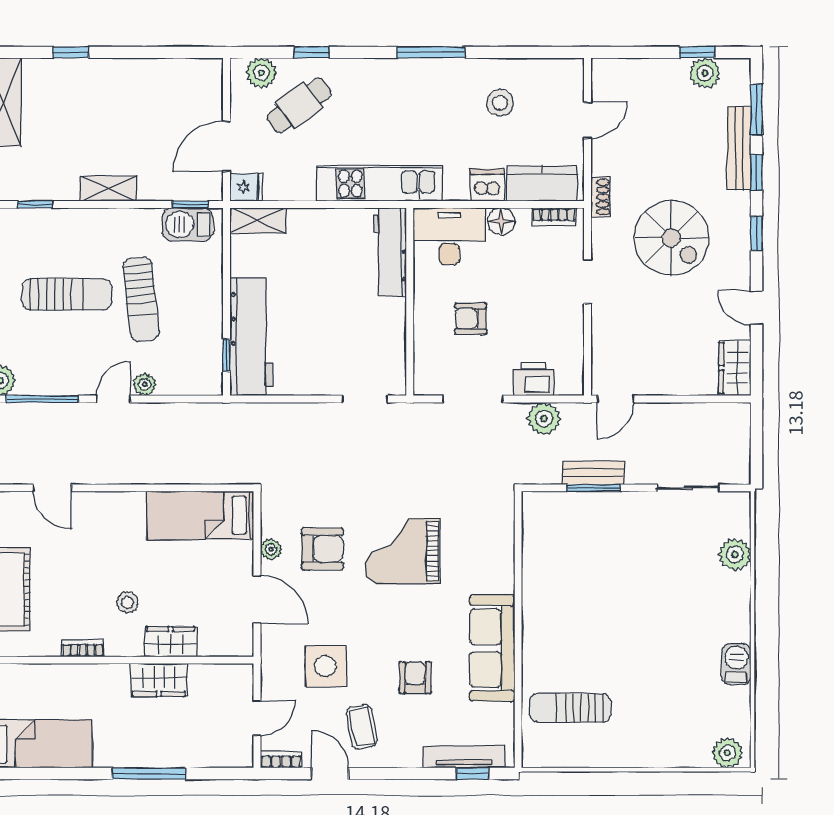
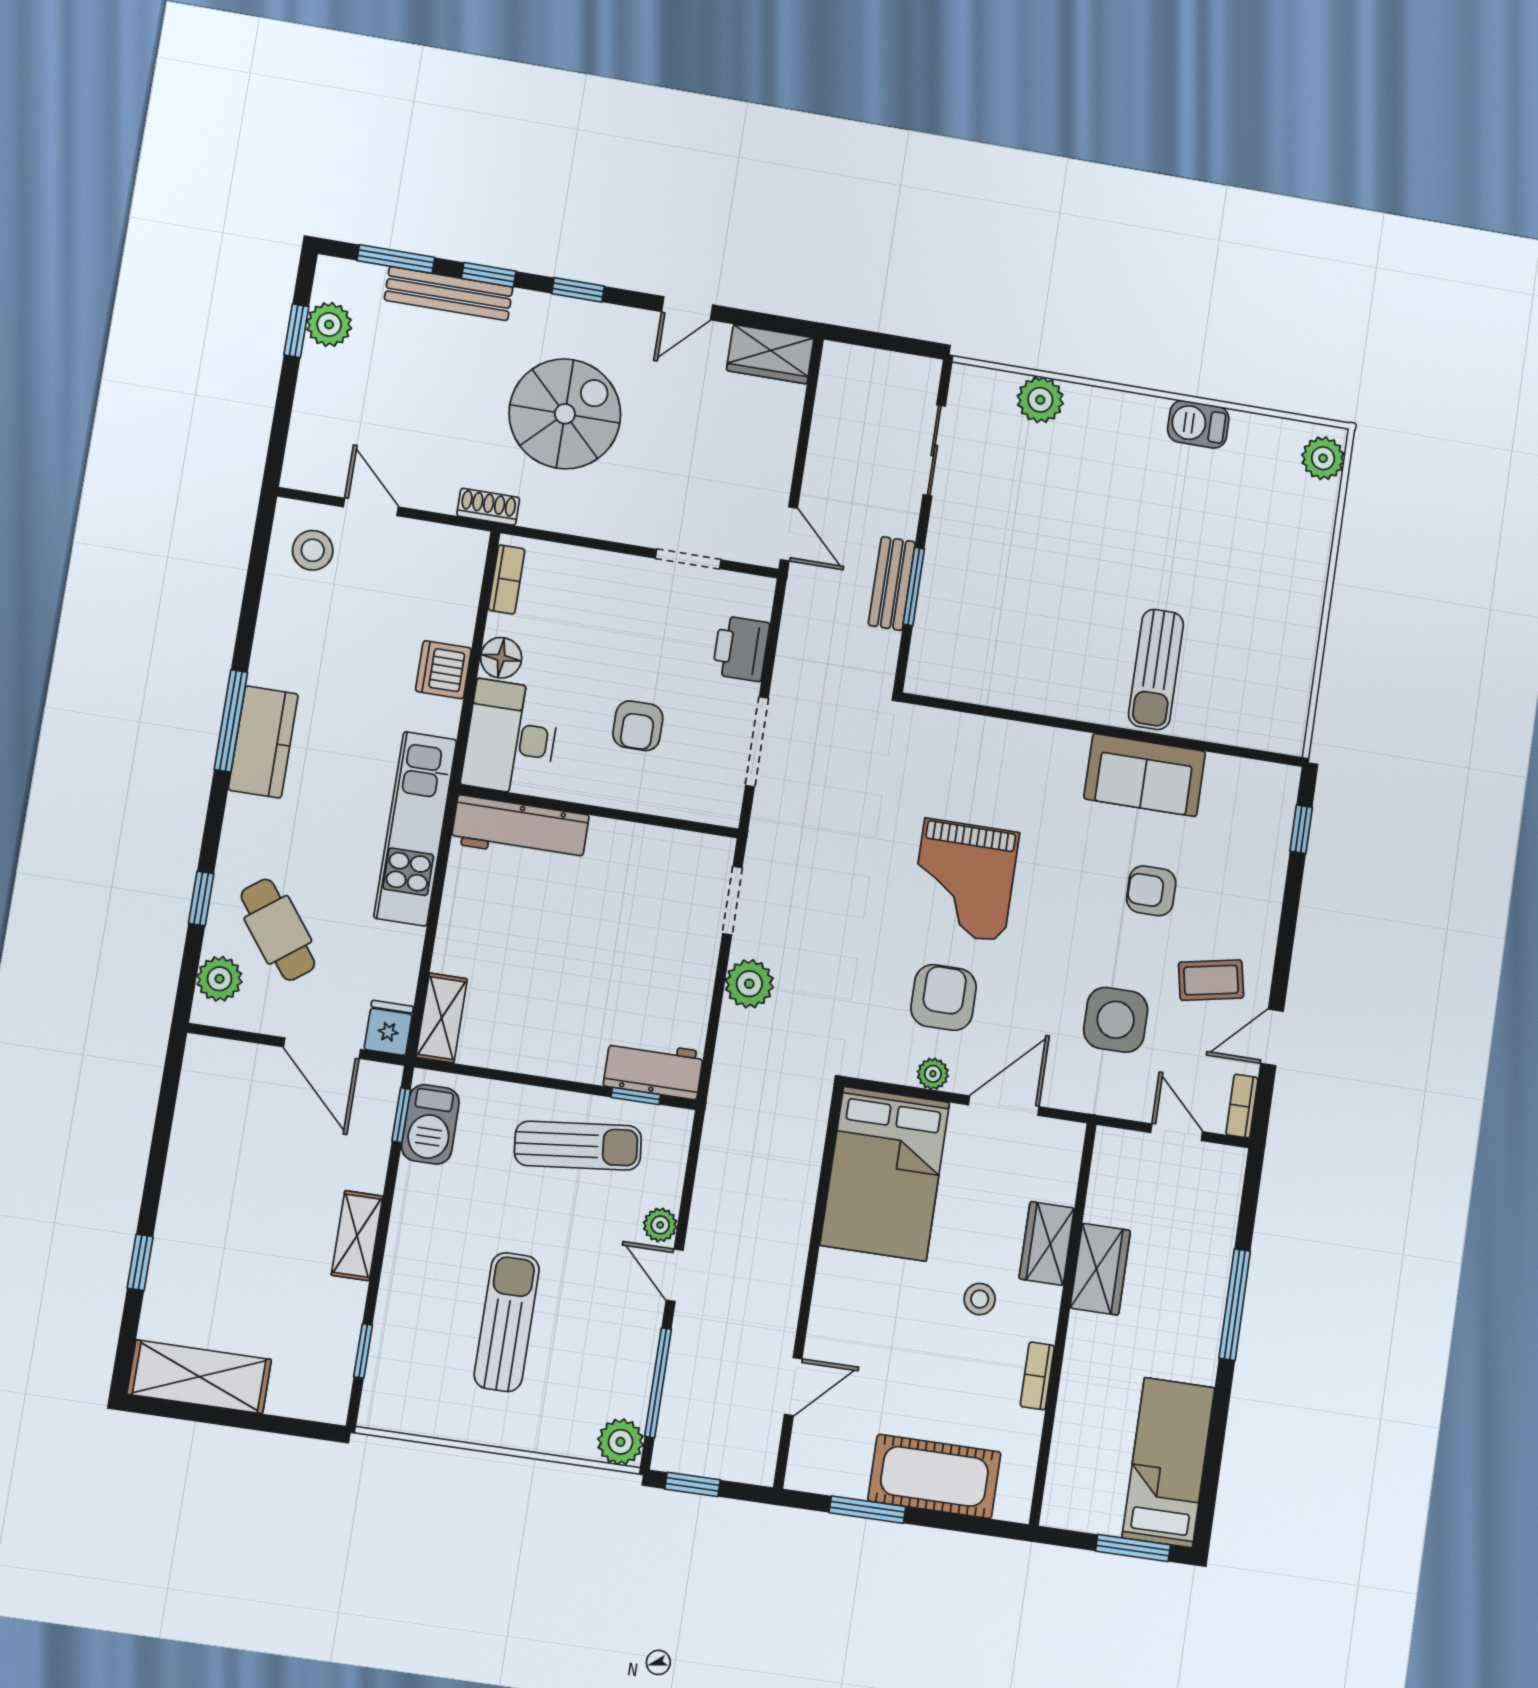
stool: (500, 103) -> (313, 550), moved
kitchen counter: (542, 184) -> (263, 742), moved, turned 180
doorway: (588, 282) -> (688, 559), moved
sun lounger: (141, 299) -> (578, 1146), moved
workbench: (251, 337) -> (654, 1069), width x0.53, depth x0.76
plant: (544, 419) -> (749, 984), moved
bed: (200, 515) -> (885, 1174), width x1.50
sofa: (492, 648) -> (1145, 775), width x0.73
sun lounger: (570, 708) -> (1156, 669), moved
tv unit: (464, 757) -> (1276, 838), removed

